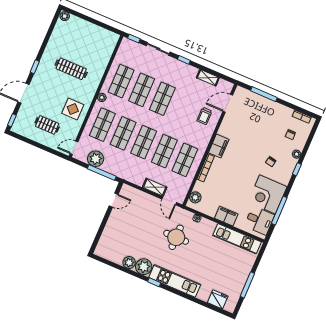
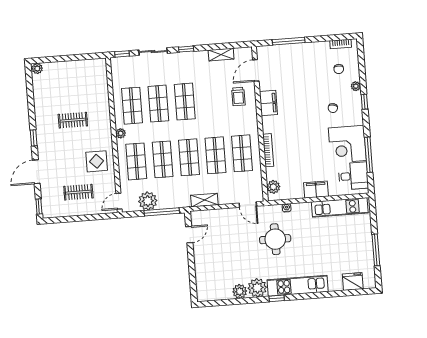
clothes rail: (71, 69) -> (73, 120), width x0.73
filing cabinet: (219, 146) -> (268, 103), moved
shelving: (155, 187) -> (204, 200), moved

